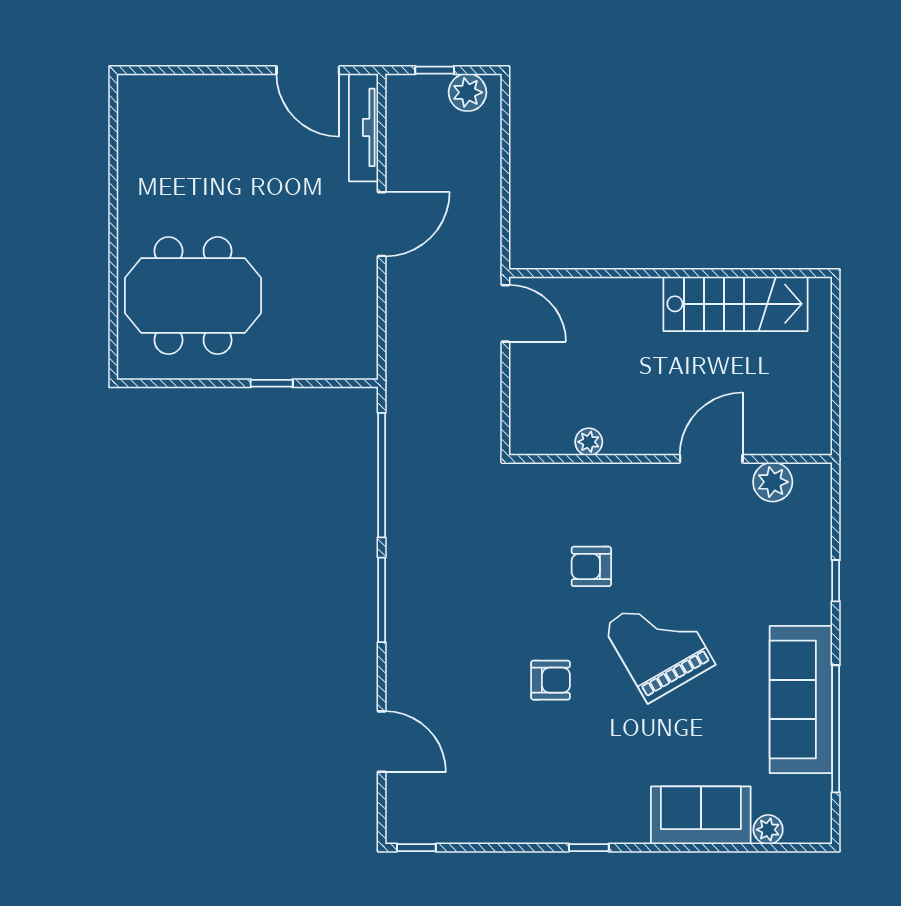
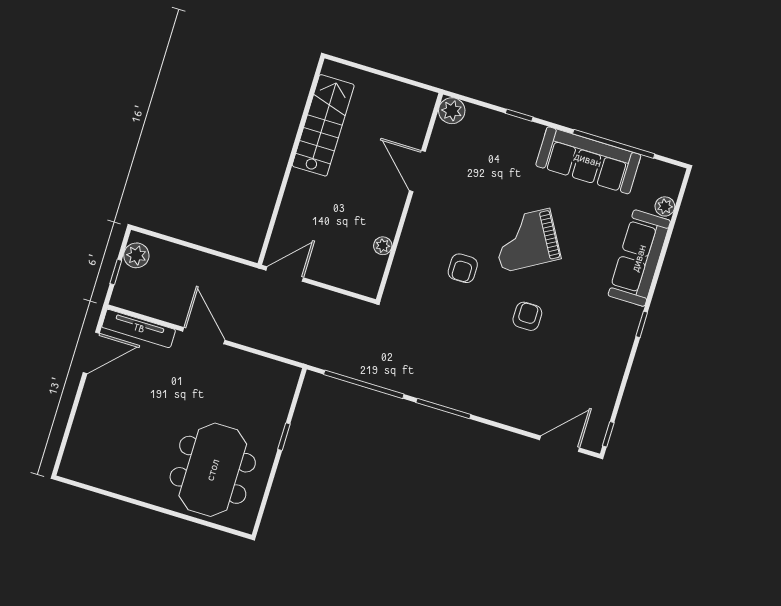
plant: (773, 482) -> (452, 111), moved
door: (382, 742) -> (560, 444), moved
sofa: (701, 815) -> (639, 258), width x1.36

